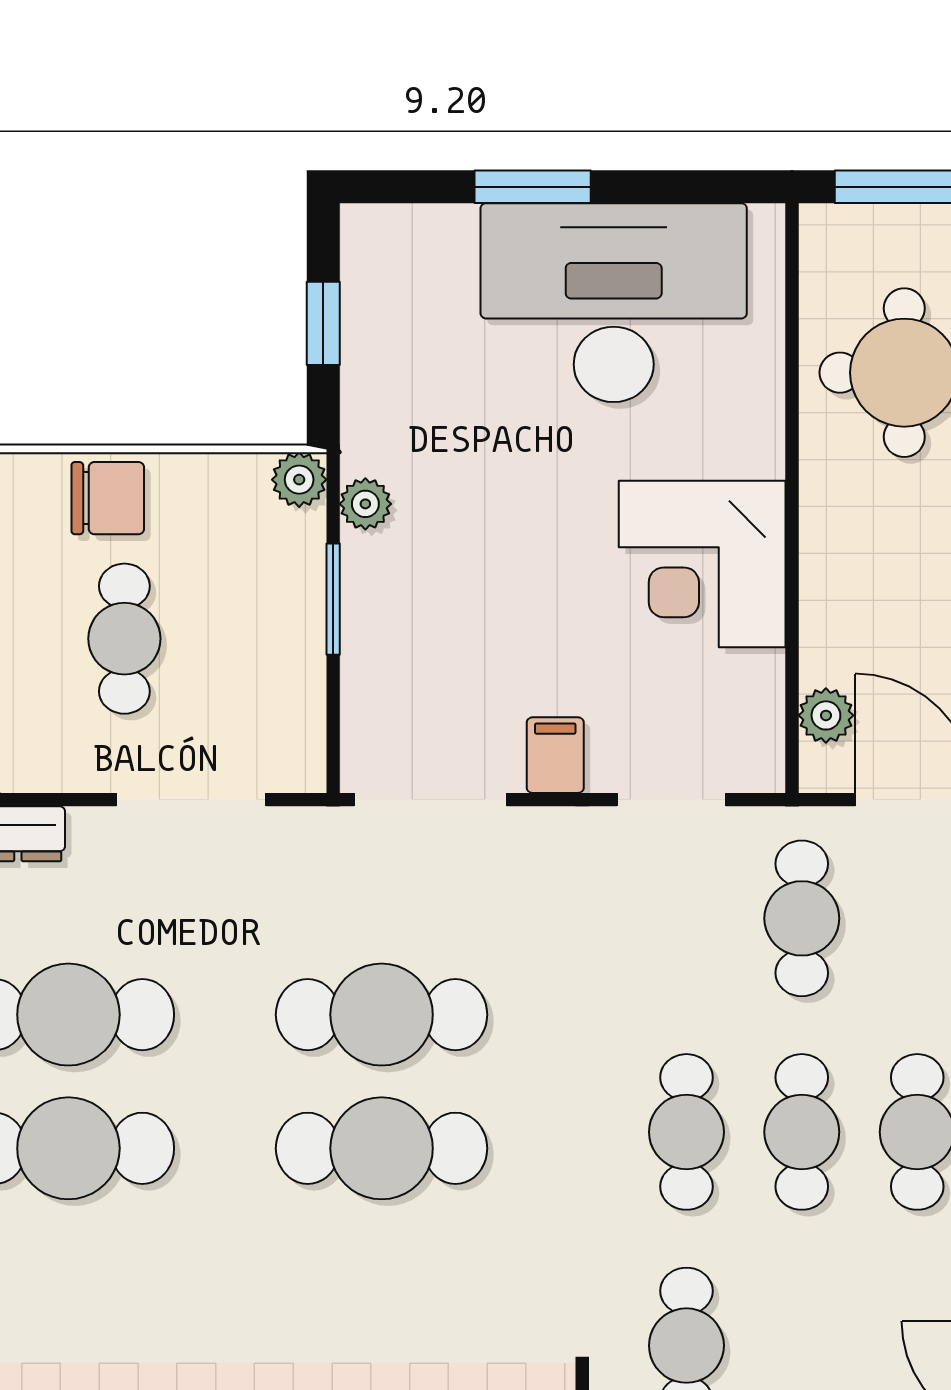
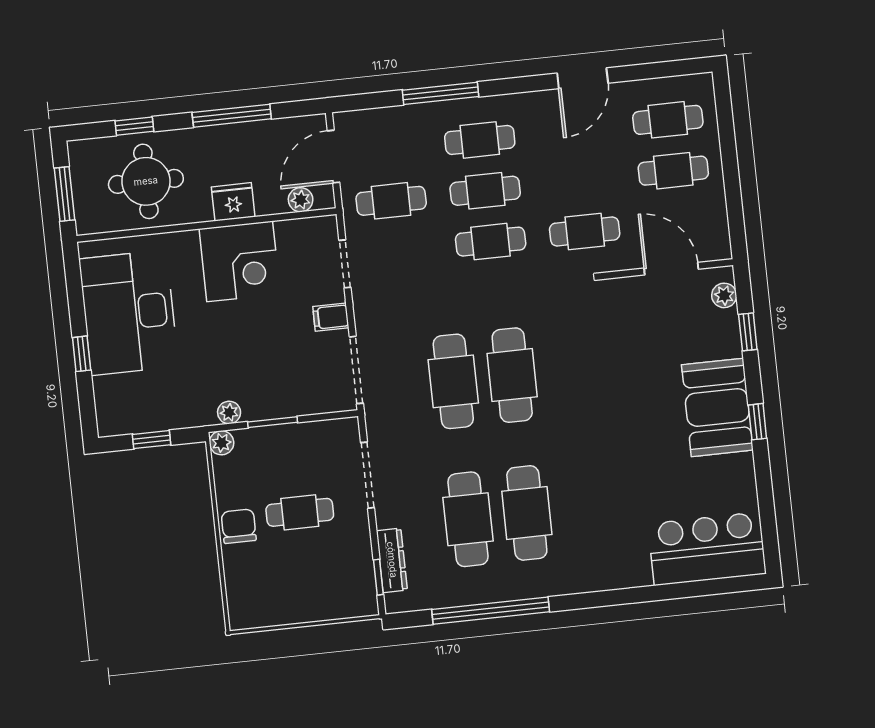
window: (533, 187) -> (82, 354), width x0.67
fridge: (837, 563) -> (233, 202), added

